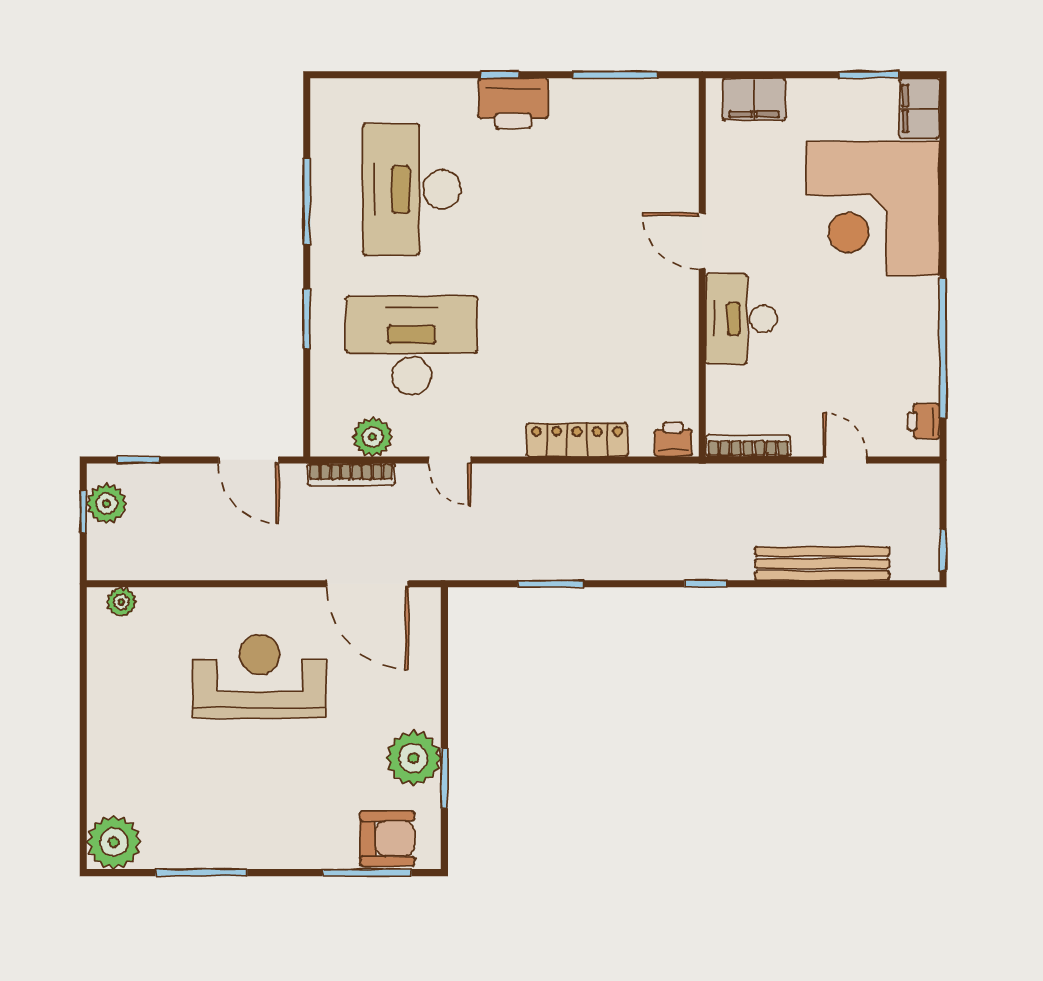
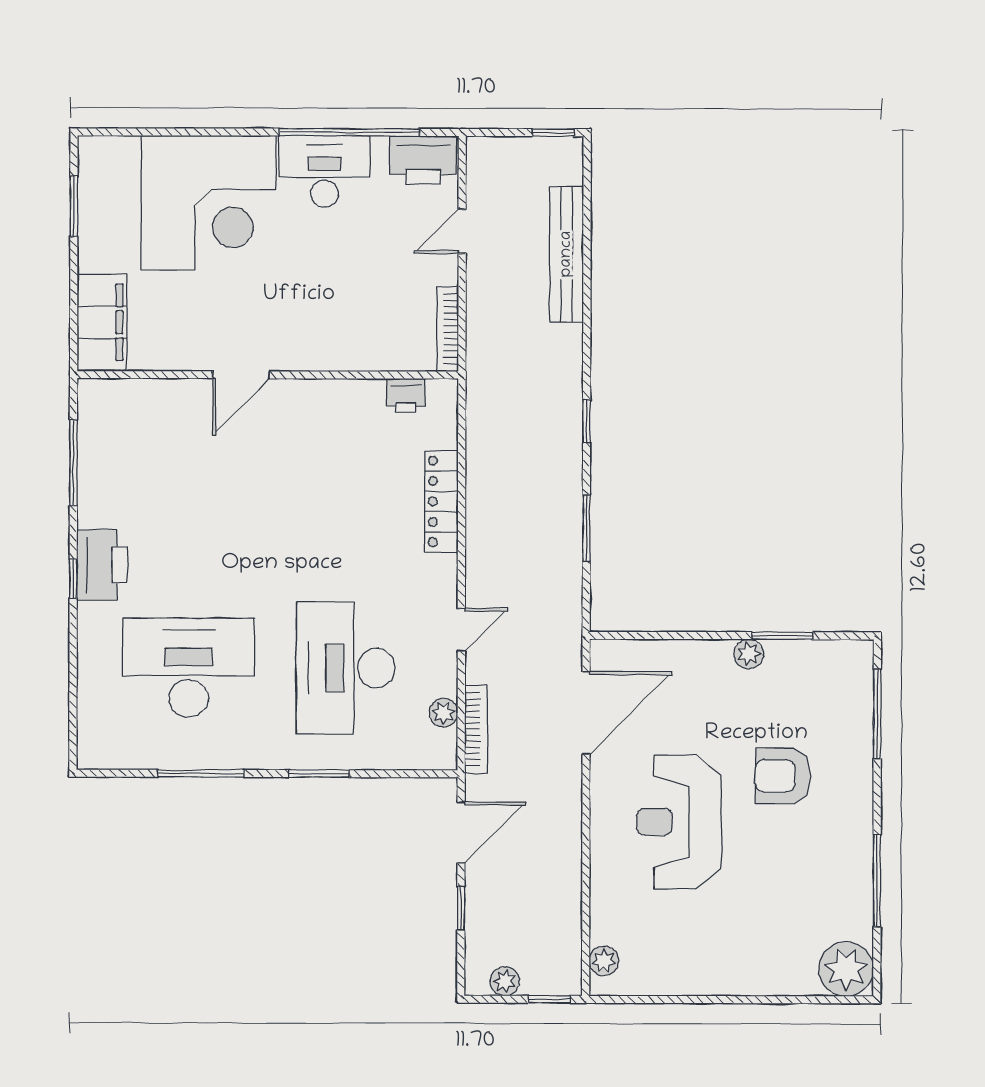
filing cabinet: (754, 99) -> (102, 322), width x1.50, depth x1.17
filing cabinet: (919, 109) -> (108, 156), removed
desk: (412, 189) -> (189, 668), turned 180
desk: (741, 319) -> (324, 172), moved, turned 180
printer: (923, 421) -> (423, 160), width x1.87, depth x1.48
plant: (373, 437) -> (443, 713), width x0.73, depth x0.73
printer: (673, 439) -> (406, 396), moved, turned -90
window: (138, 460) -> (461, 908), moved
plant: (107, 504) -> (505, 981), width x0.73, depth x0.73
window: (83, 512) -> (549, 999), moved
window: (706, 584) -> (587, 421), moved
plant: (413, 758) -> (749, 654), width x0.53, depth x0.53
armchair: (387, 839) -> (783, 776), moved, turned -90

